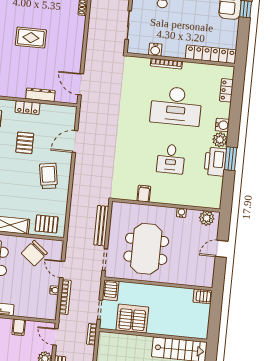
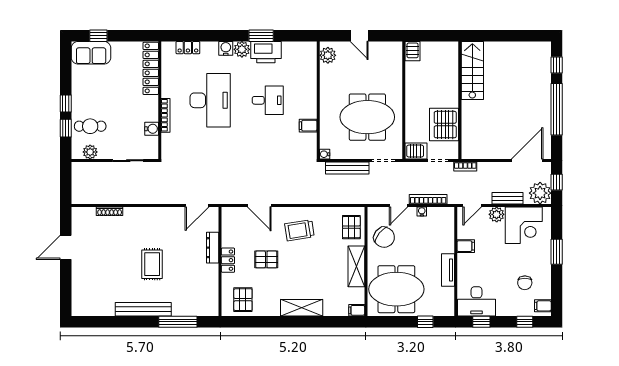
water cooler: (181, 213) -> (325, 154), moved

